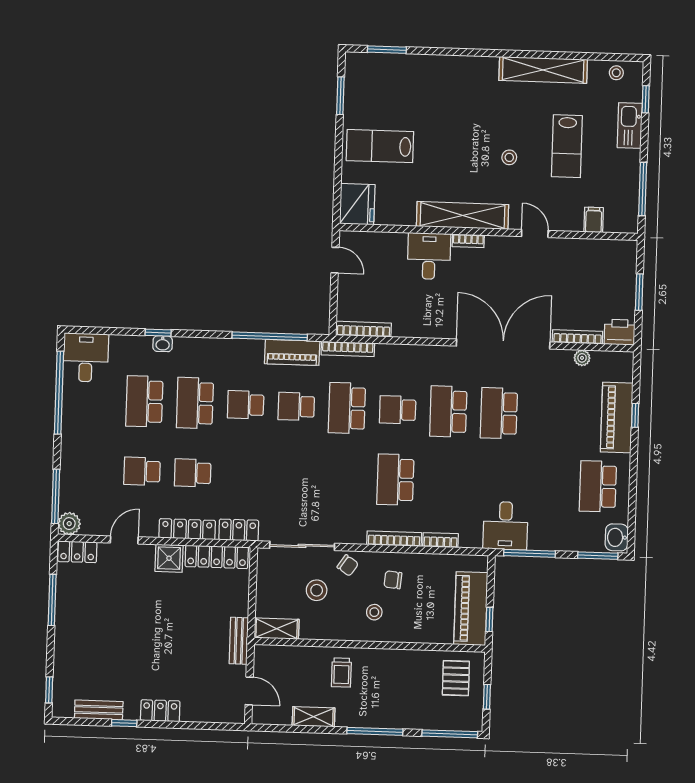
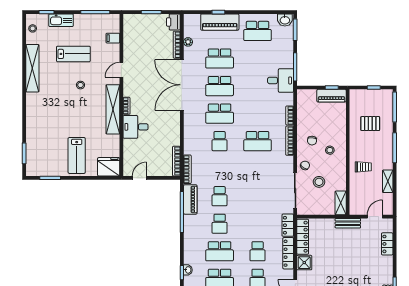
school desk: (347, 408) -> (220, 59), moved
piano: (471, 609) -> (331, 96), width x0.73, depth x0.75
pallet: (456, 678) -> (370, 124), moved
locker: (160, 711) -> (387, 244), moved

